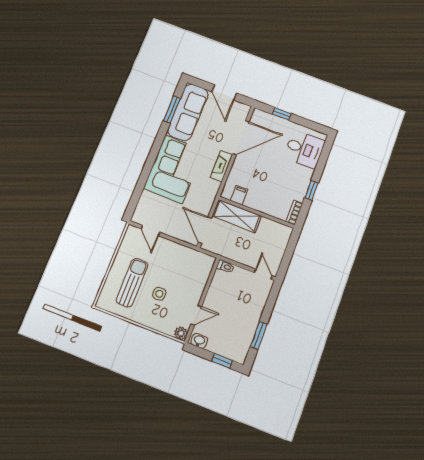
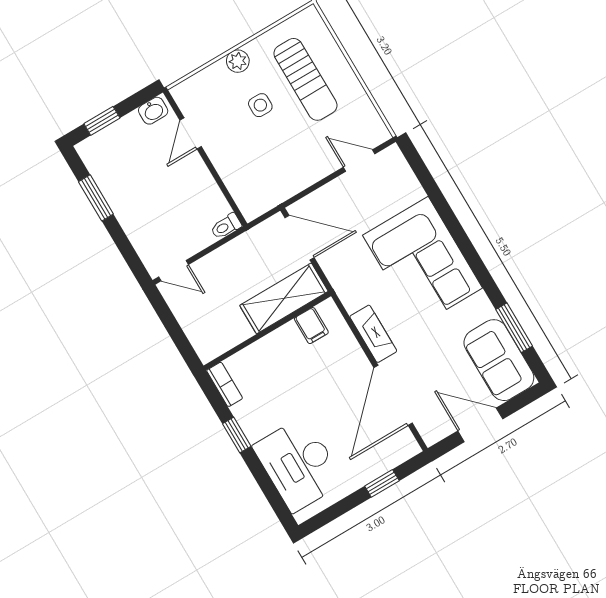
sofa: (188, 112) -> (499, 360), width x0.73
desk: (304, 149) -> (299, 464), width x1.37
plant: (181, 333) -> (238, 61), moved

